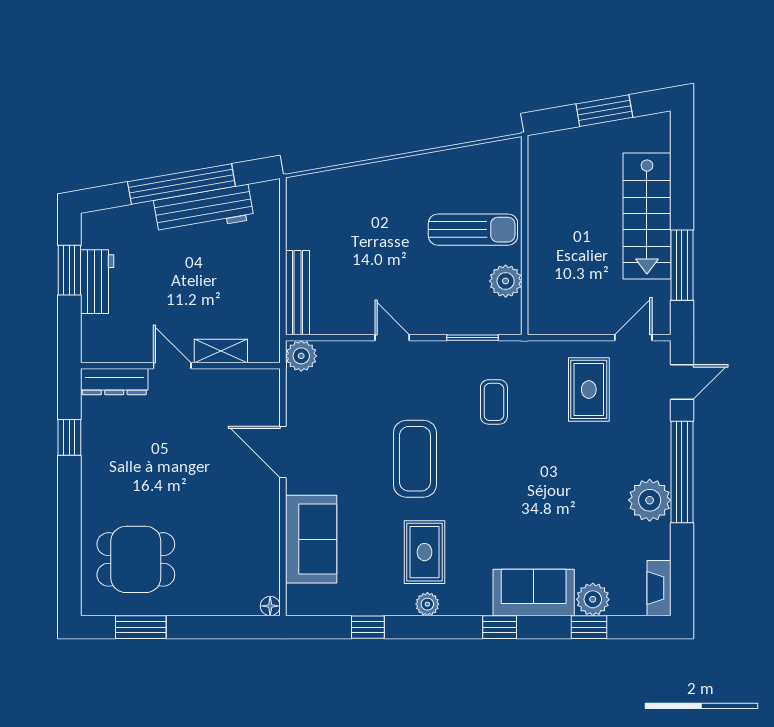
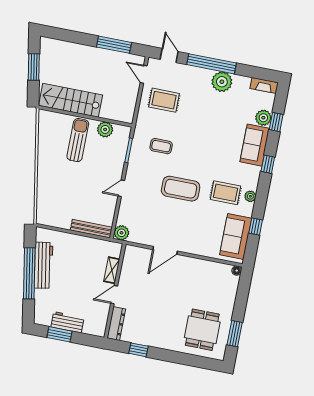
stairs: (647, 216) -> (71, 100), moved, turned 180
sofa: (311, 539) -> (236, 236), moved, turned -90

